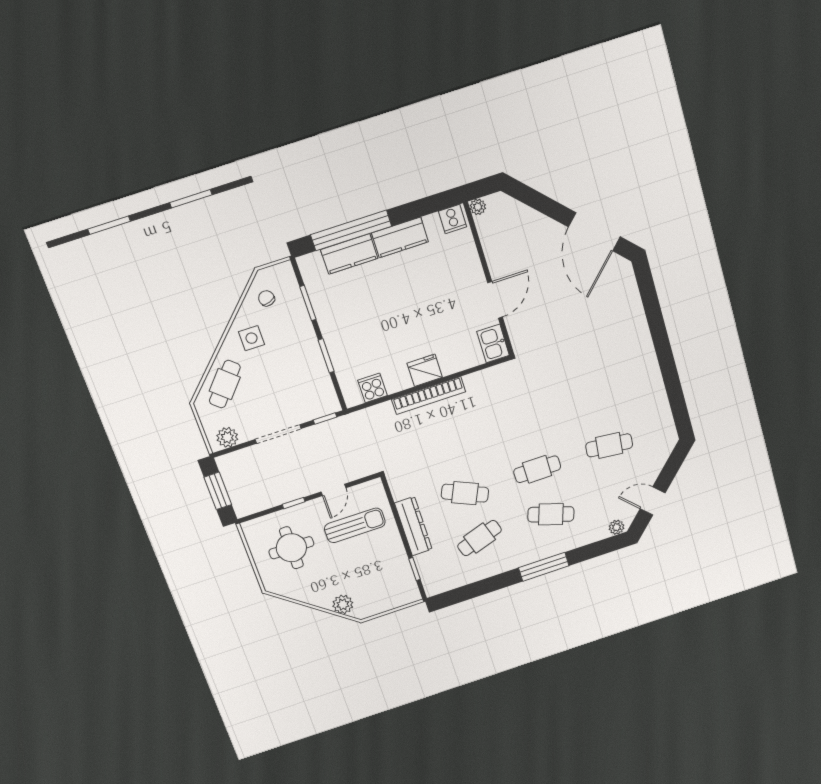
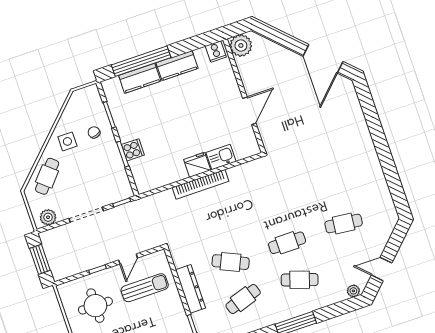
plant: (478, 207) -> (241, 45), width x1.88, depth x1.88
chair: (267, 298) -> (94, 132), moved
kitchen sink: (493, 343) -> (221, 157), moved, turned 90
cooker: (373, 388) -> (133, 150), moved, turned 90

